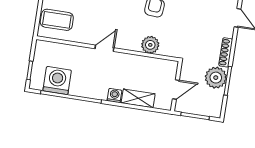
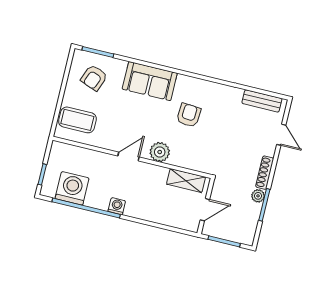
plant: (150, 45) -> (160, 152), moved
plant: (216, 78) -> (258, 196), width x0.53, depth x0.53
washing machine: (115, 95) -> (117, 206), moved
shelving: (138, 98) -> (186, 181), moved

